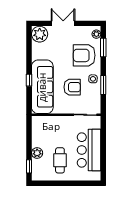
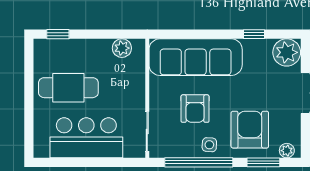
window: (29, 80) -> (254, 34), moved
window: (103, 85) -> (199, 162), width x2.11
plant: (37, 153) -> (122, 48), moved
cafe table: (60, 160) -> (68, 88), width x1.37, depth x1.35

